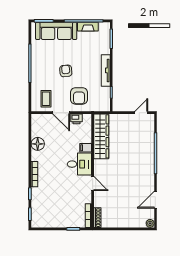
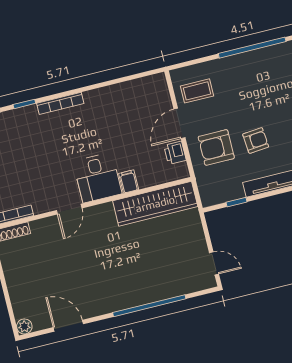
armchair: (66, 71) -> (256, 140), moved
floor lamp: (38, 144) -> (115, 96), removed

